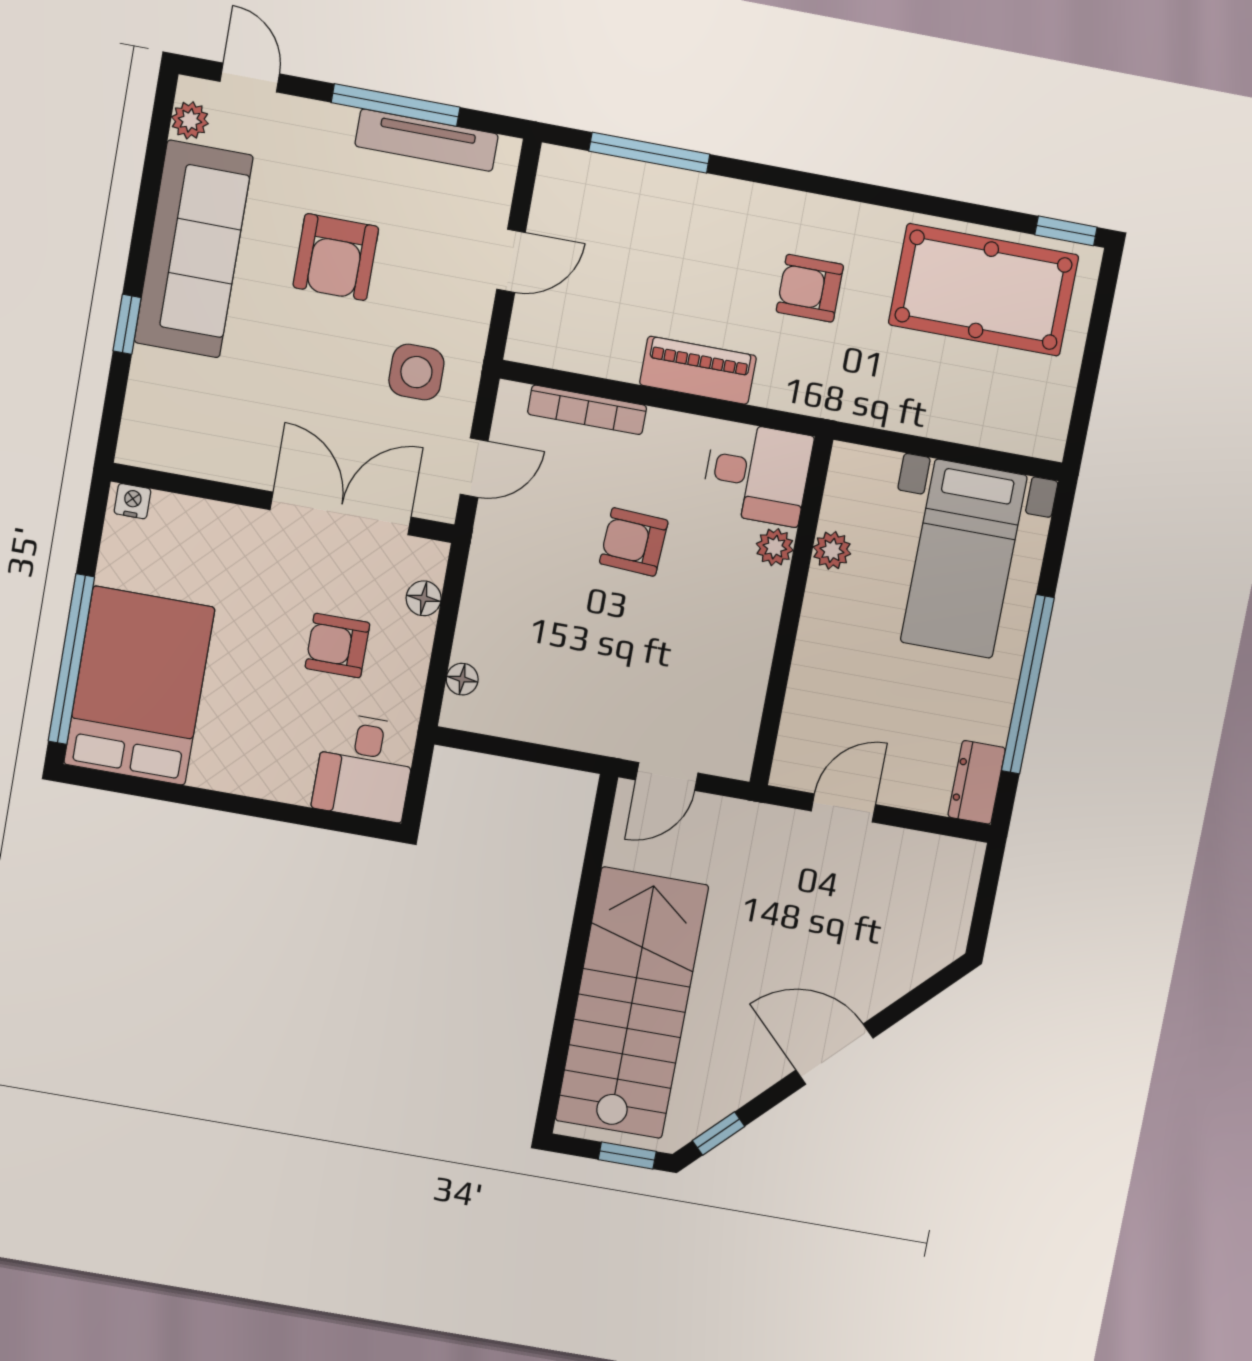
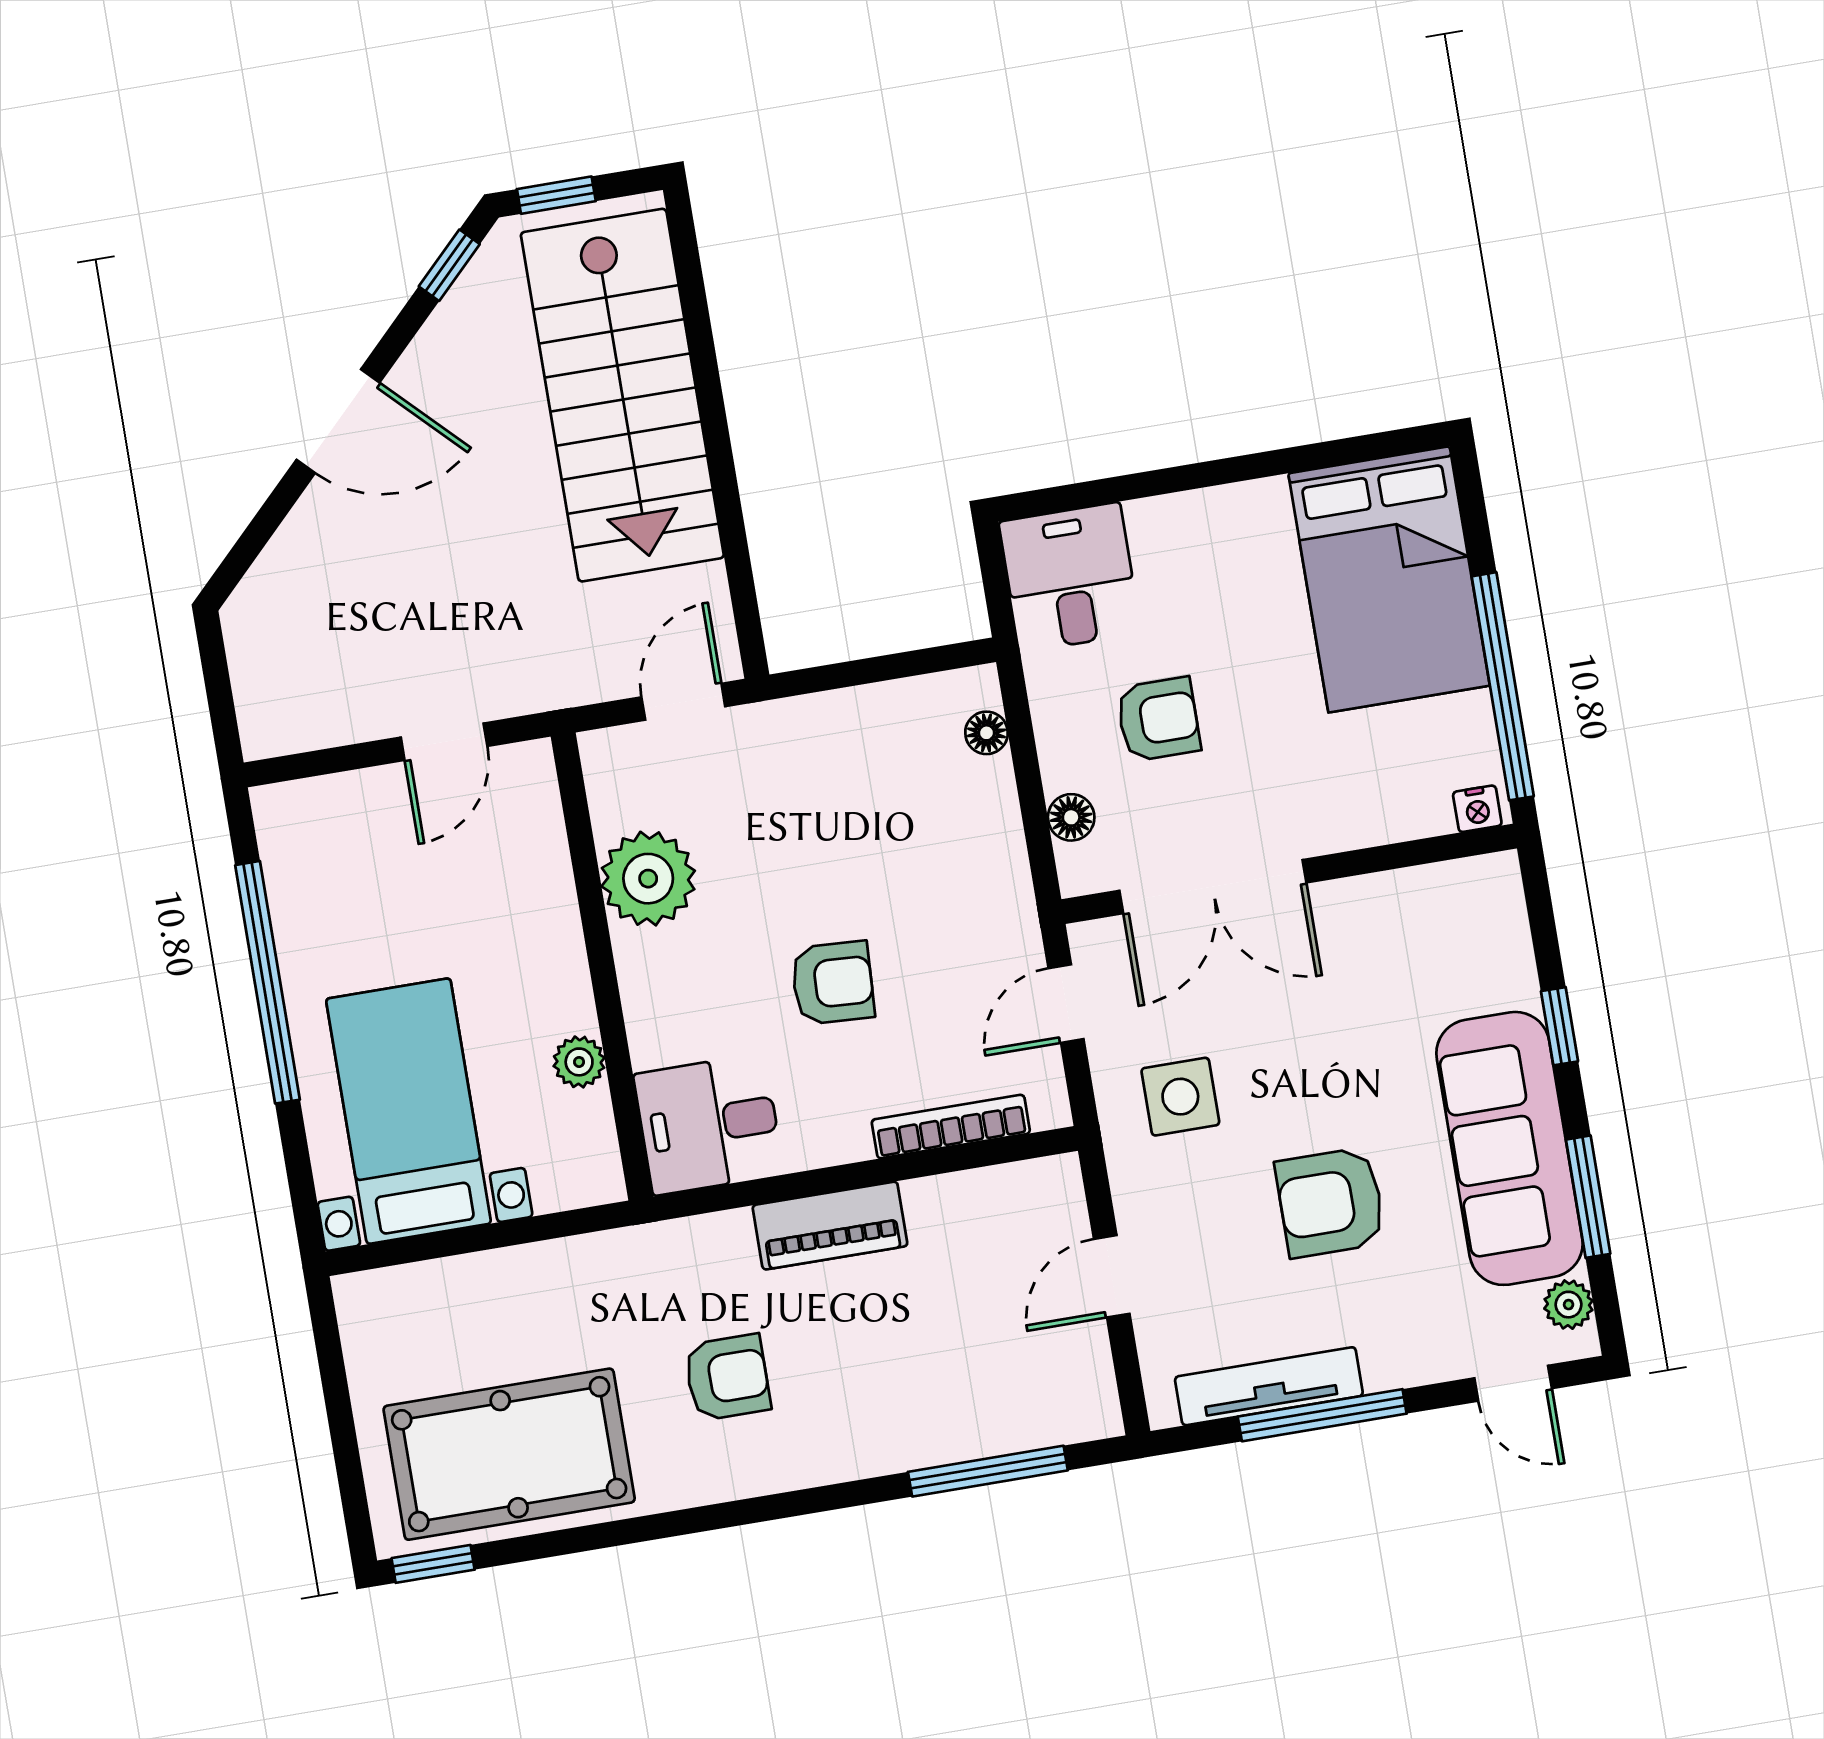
window: (149, 194) -> (1588, 1197), added
armchair: (336, 257) -> (1330, 1202), turned -90
plant: (775, 547) -> (648, 879), moved, width x1.88, depth x1.88
window: (71, 659) -> (1503, 686), moved
dresser: (977, 782) -> (286, 835), removed

